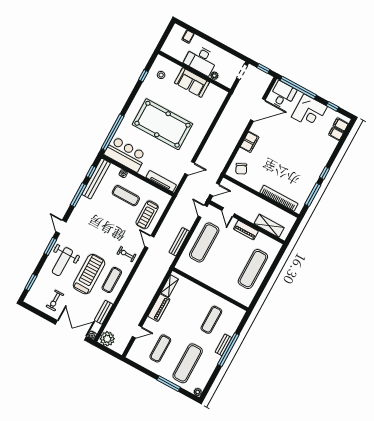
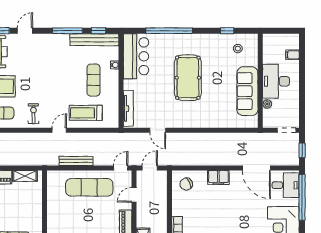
sofa: (192, 83) -> (247, 91), width x1.36
pool table: (162, 124) -> (188, 78), width x0.73, depth x0.76
window: (113, 132) -> (169, 31), moved
door: (214, 189) -> (150, 168), swing flipped

